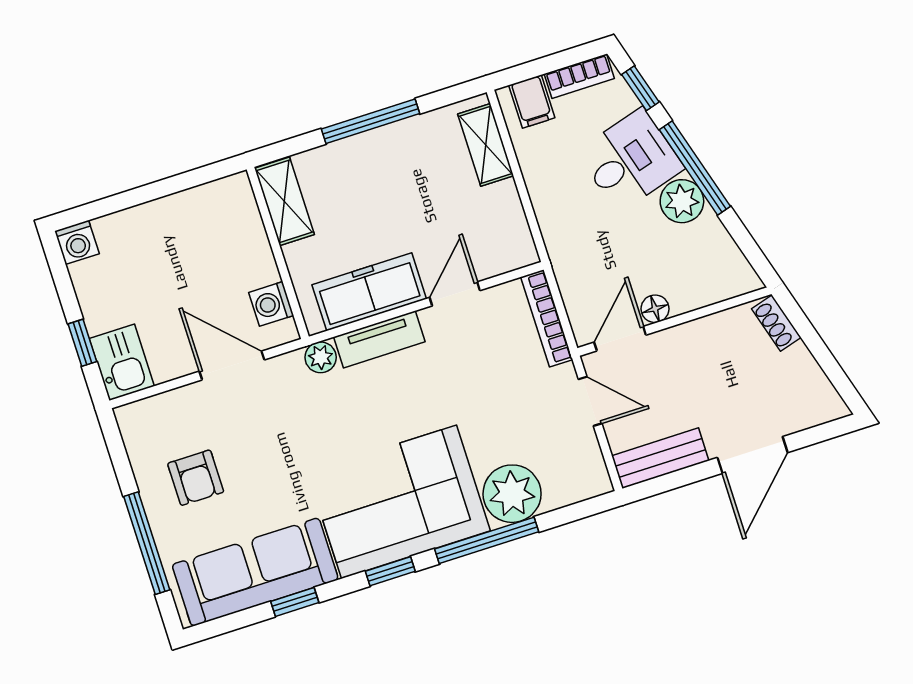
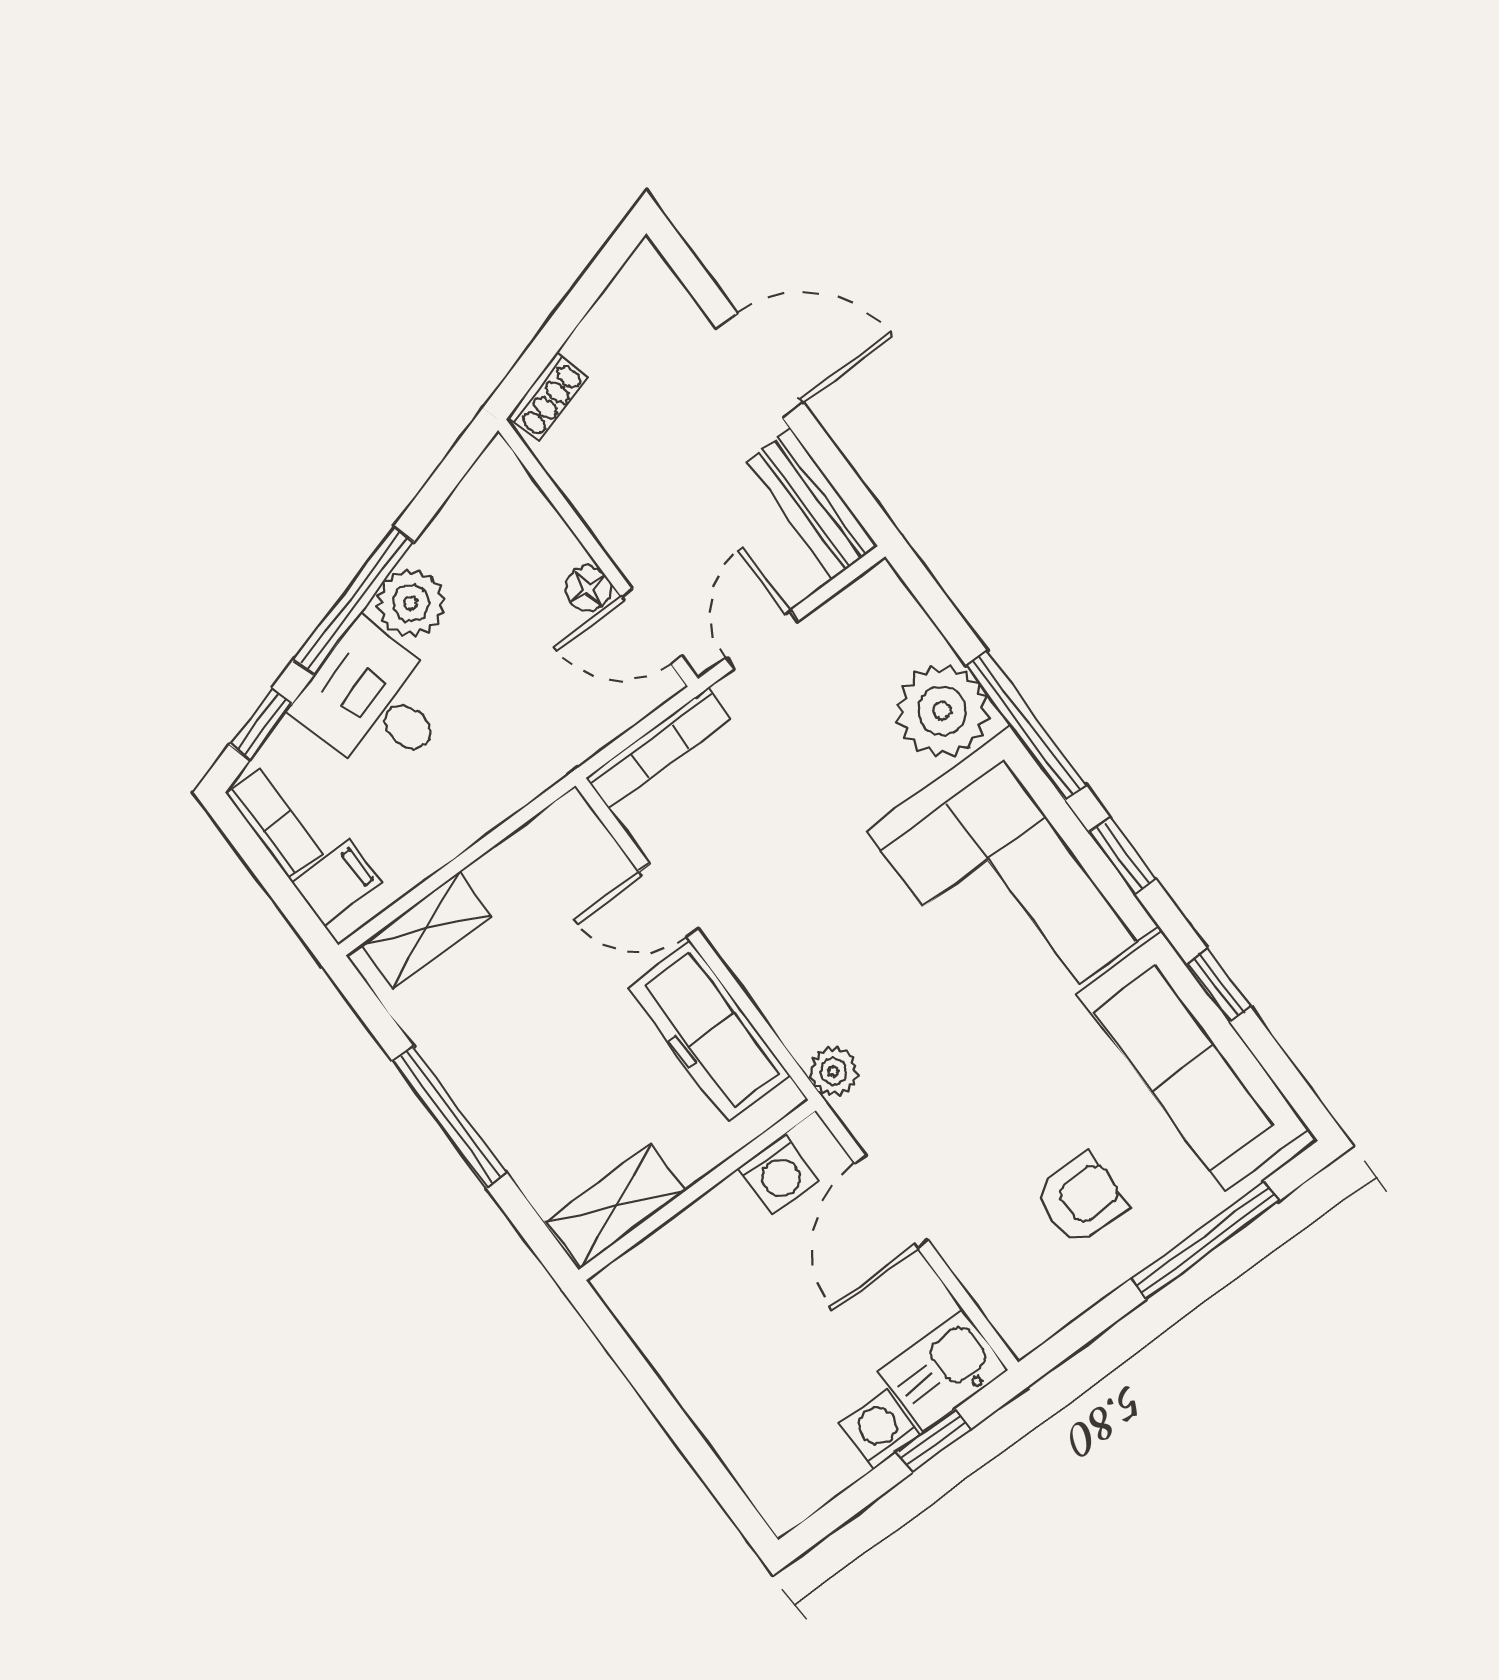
washing machine: (77, 242) -> (880, 1429), moved, turned -90
tv unit: (379, 339) -> (776, 991), removed

